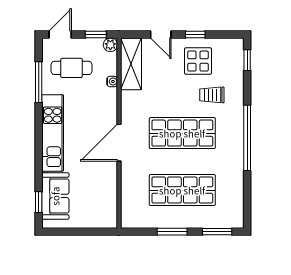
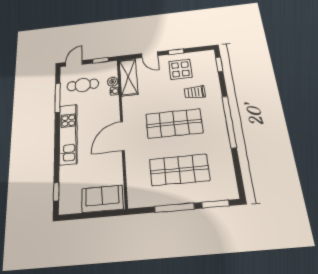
plant: (110, 45) -> (113, 82), moved
sofa: (55, 196) -> (102, 199), moved, turned -90
window: (172, 232) -> (174, 208), width x1.44

